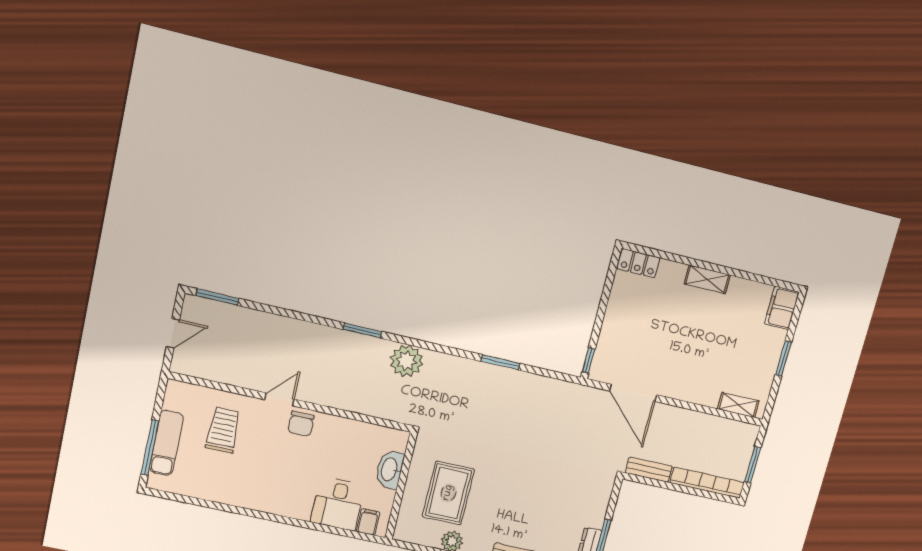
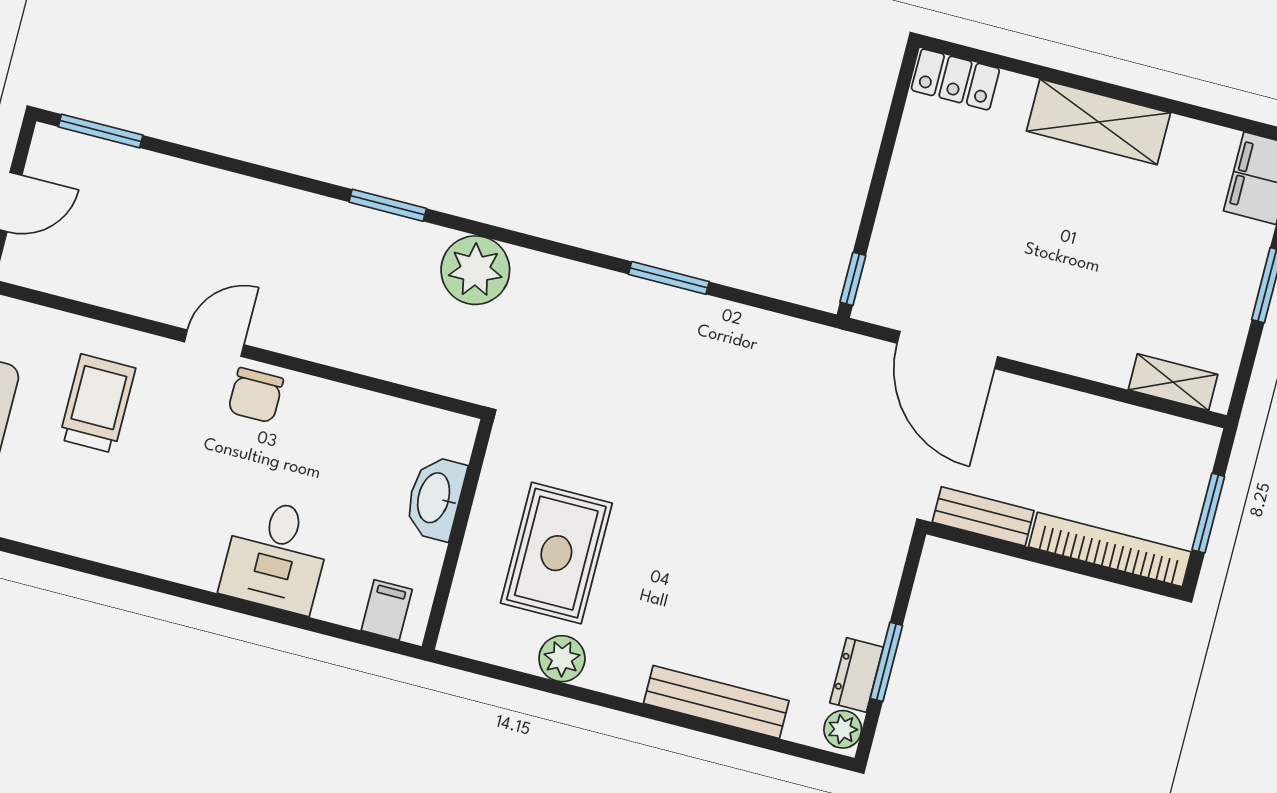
shelving: (707, 279) -> (1098, 122), width x1.50, depth x1.33
desk: (338, 504) -> (276, 555), moved

